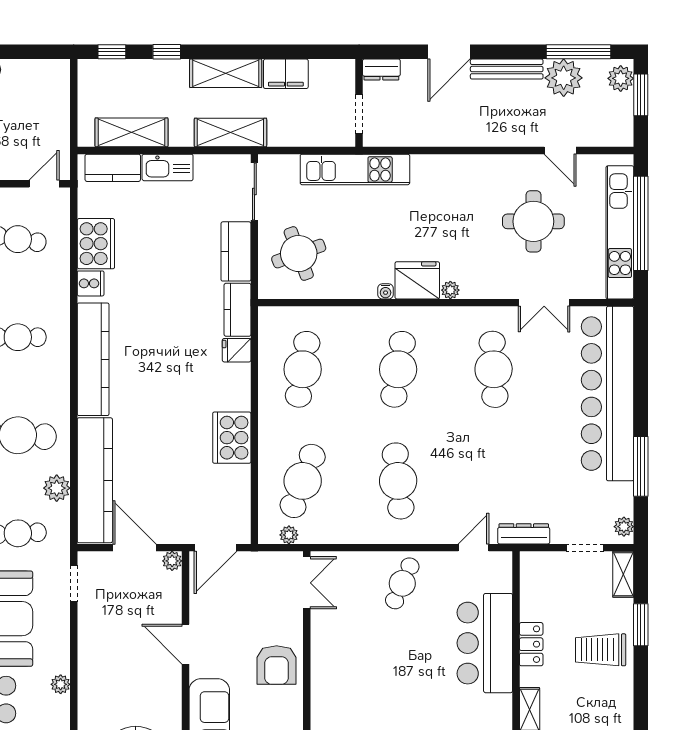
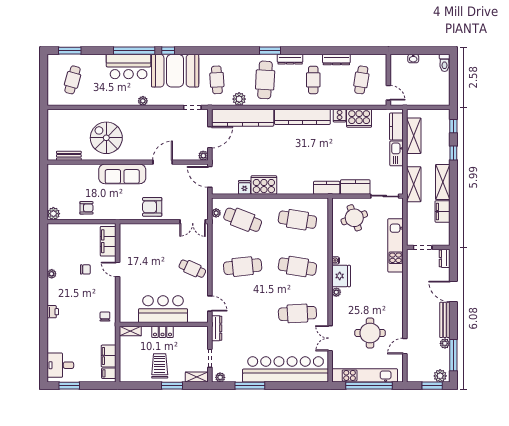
plant: (564, 78) -> (445, 343), width x0.53, depth x0.53
fridge: (237, 350) -> (244, 187), moved

